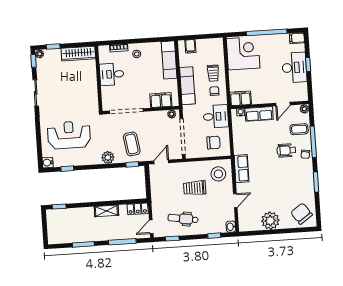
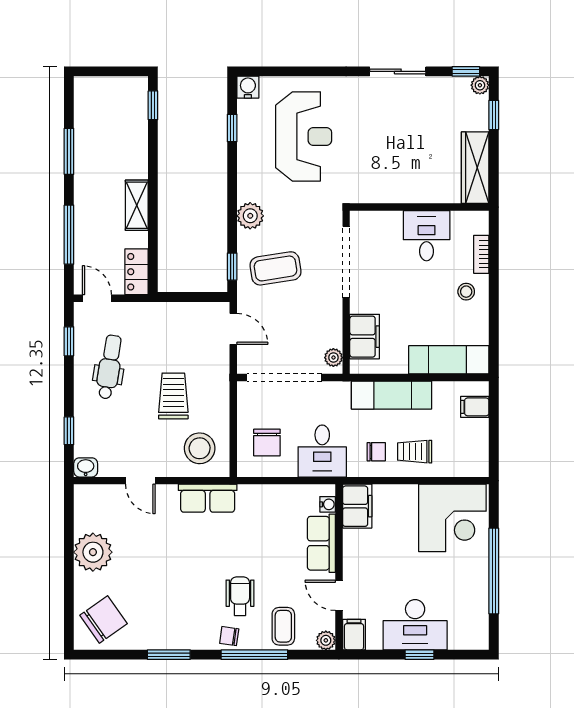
filing cabinet: (297, 38) -> (354, 635), moved

